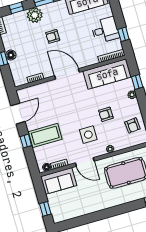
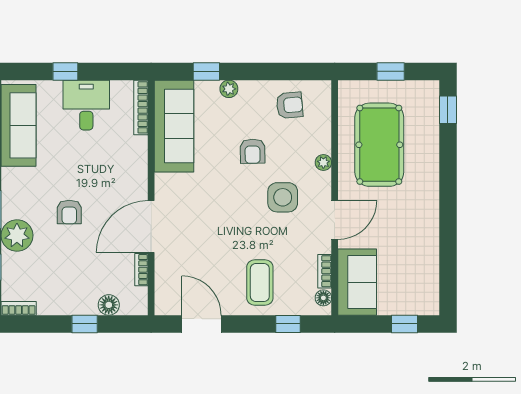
window: (123, 34) -> (65, 71), moved
floor lamp: (11, 55) -> (109, 305), moved
door: (67, 74) -> (151, 227), moved
coffee table: (45, 135) -> (260, 283), width x0.73, depth x0.76
window: (26, 141) -> (288, 324), moved

